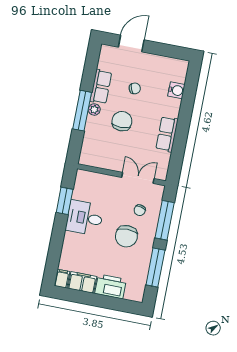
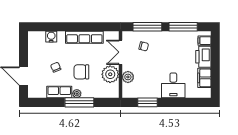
row of seats: (167, 134) -> (84, 37), width x1.48
plant: (111, 159) -> (110, 74), added
plant: (103, 181) -> (128, 77), added
desk: (85, 218) -> (173, 85), moved
chair: (126, 236) -> (165, 52), removed
filing cabinet: (62, 279) -> (205, 41), moved

